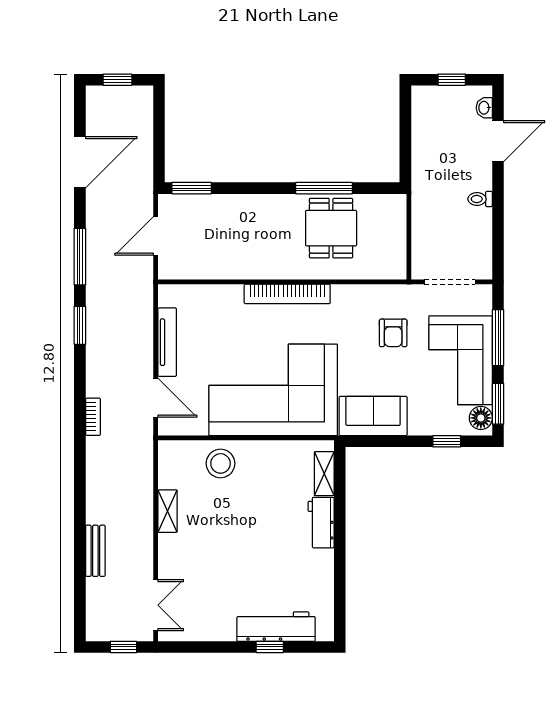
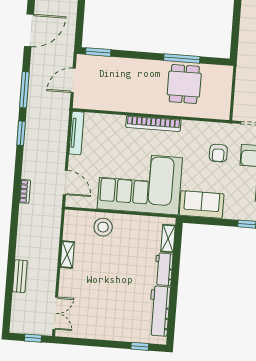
tv unit: (167, 342) -> (76, 133), moved
workbench: (276, 627) -> (159, 311), moved, turned -90
window: (270, 647) -> (140, 346), moved

